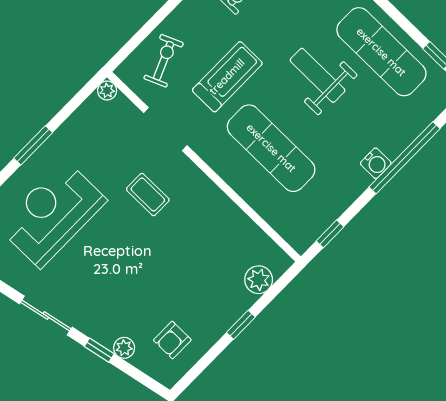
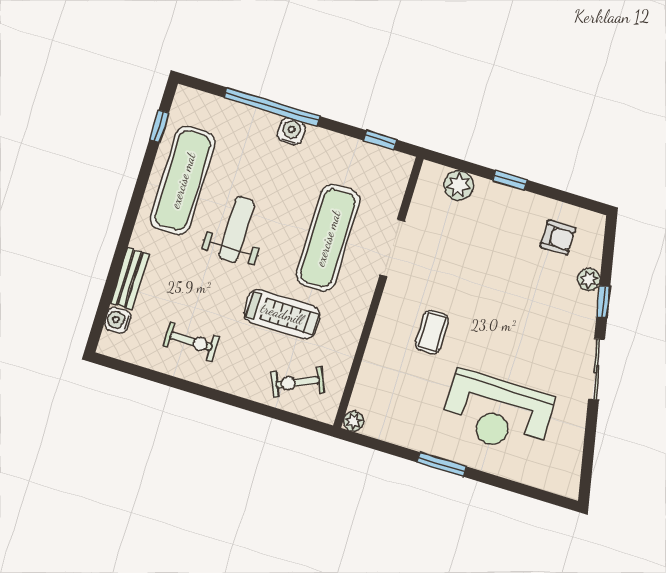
weight bench: (318, 75) -> (236, 229), turned 180
treadmill: (227, 77) -> (282, 314), turned 180
doorway: (165, 129) -> (392, 248), moved

